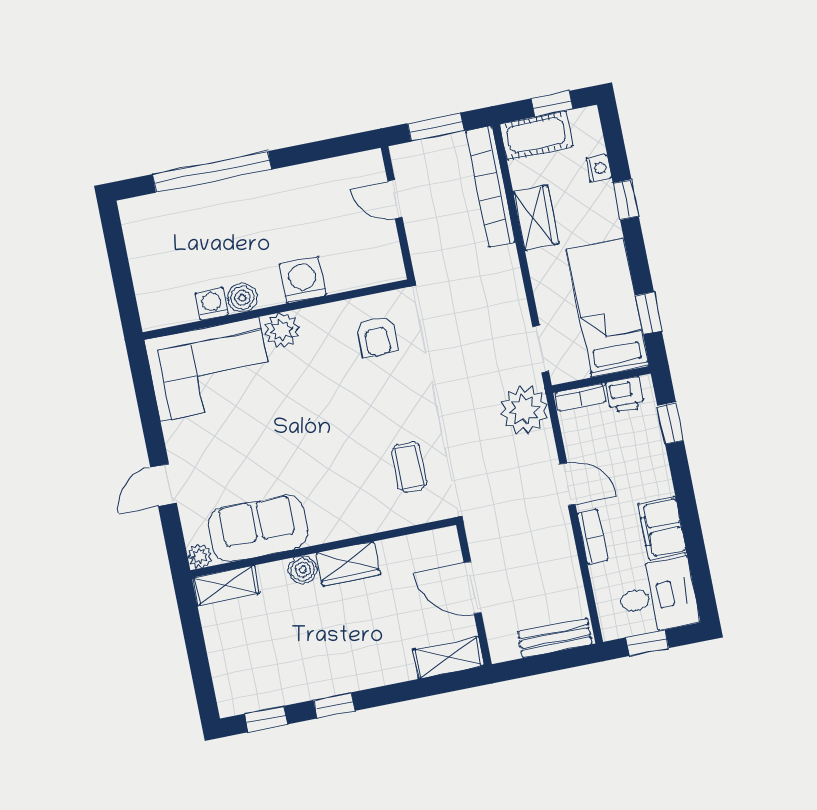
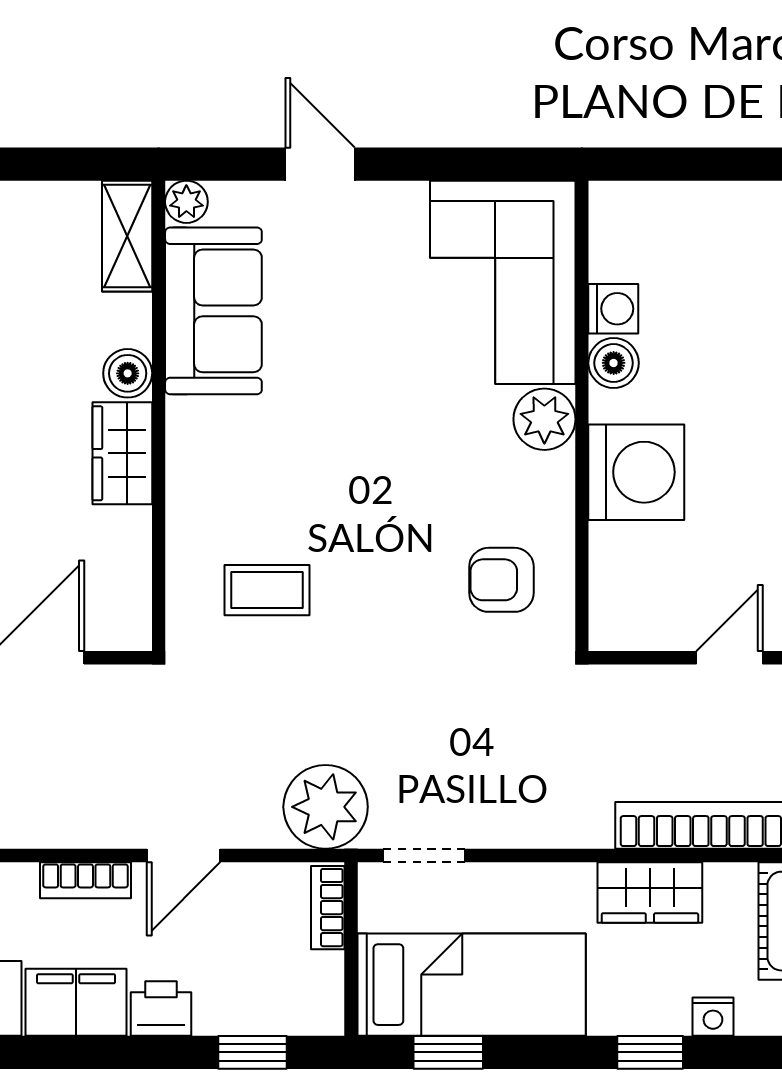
washing machine: (303, 280) -> (636, 472), width x1.37, depth x1.37
printer: (625, 395) -> (161, 1008), moved, turned 90

